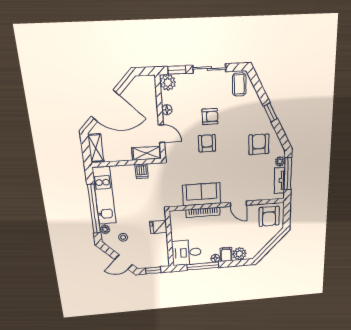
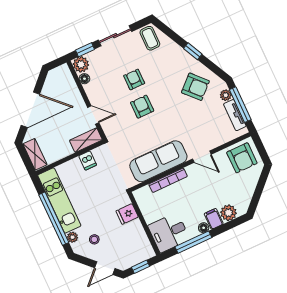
floor lamp: (167, 110) -> (84, 79), moved
armchair: (210, 116) -> (134, 79), turned -90
armchair: (259, 144) -> (195, 87), turned 137
sofa: (202, 194) -> (158, 161), width x1.36

